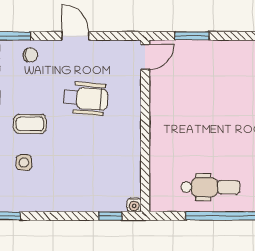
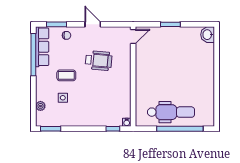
window: (192, 36) -> (170, 24), moved
dental chair: (210, 187) -> (171, 112), width x1.36, depth x1.38

